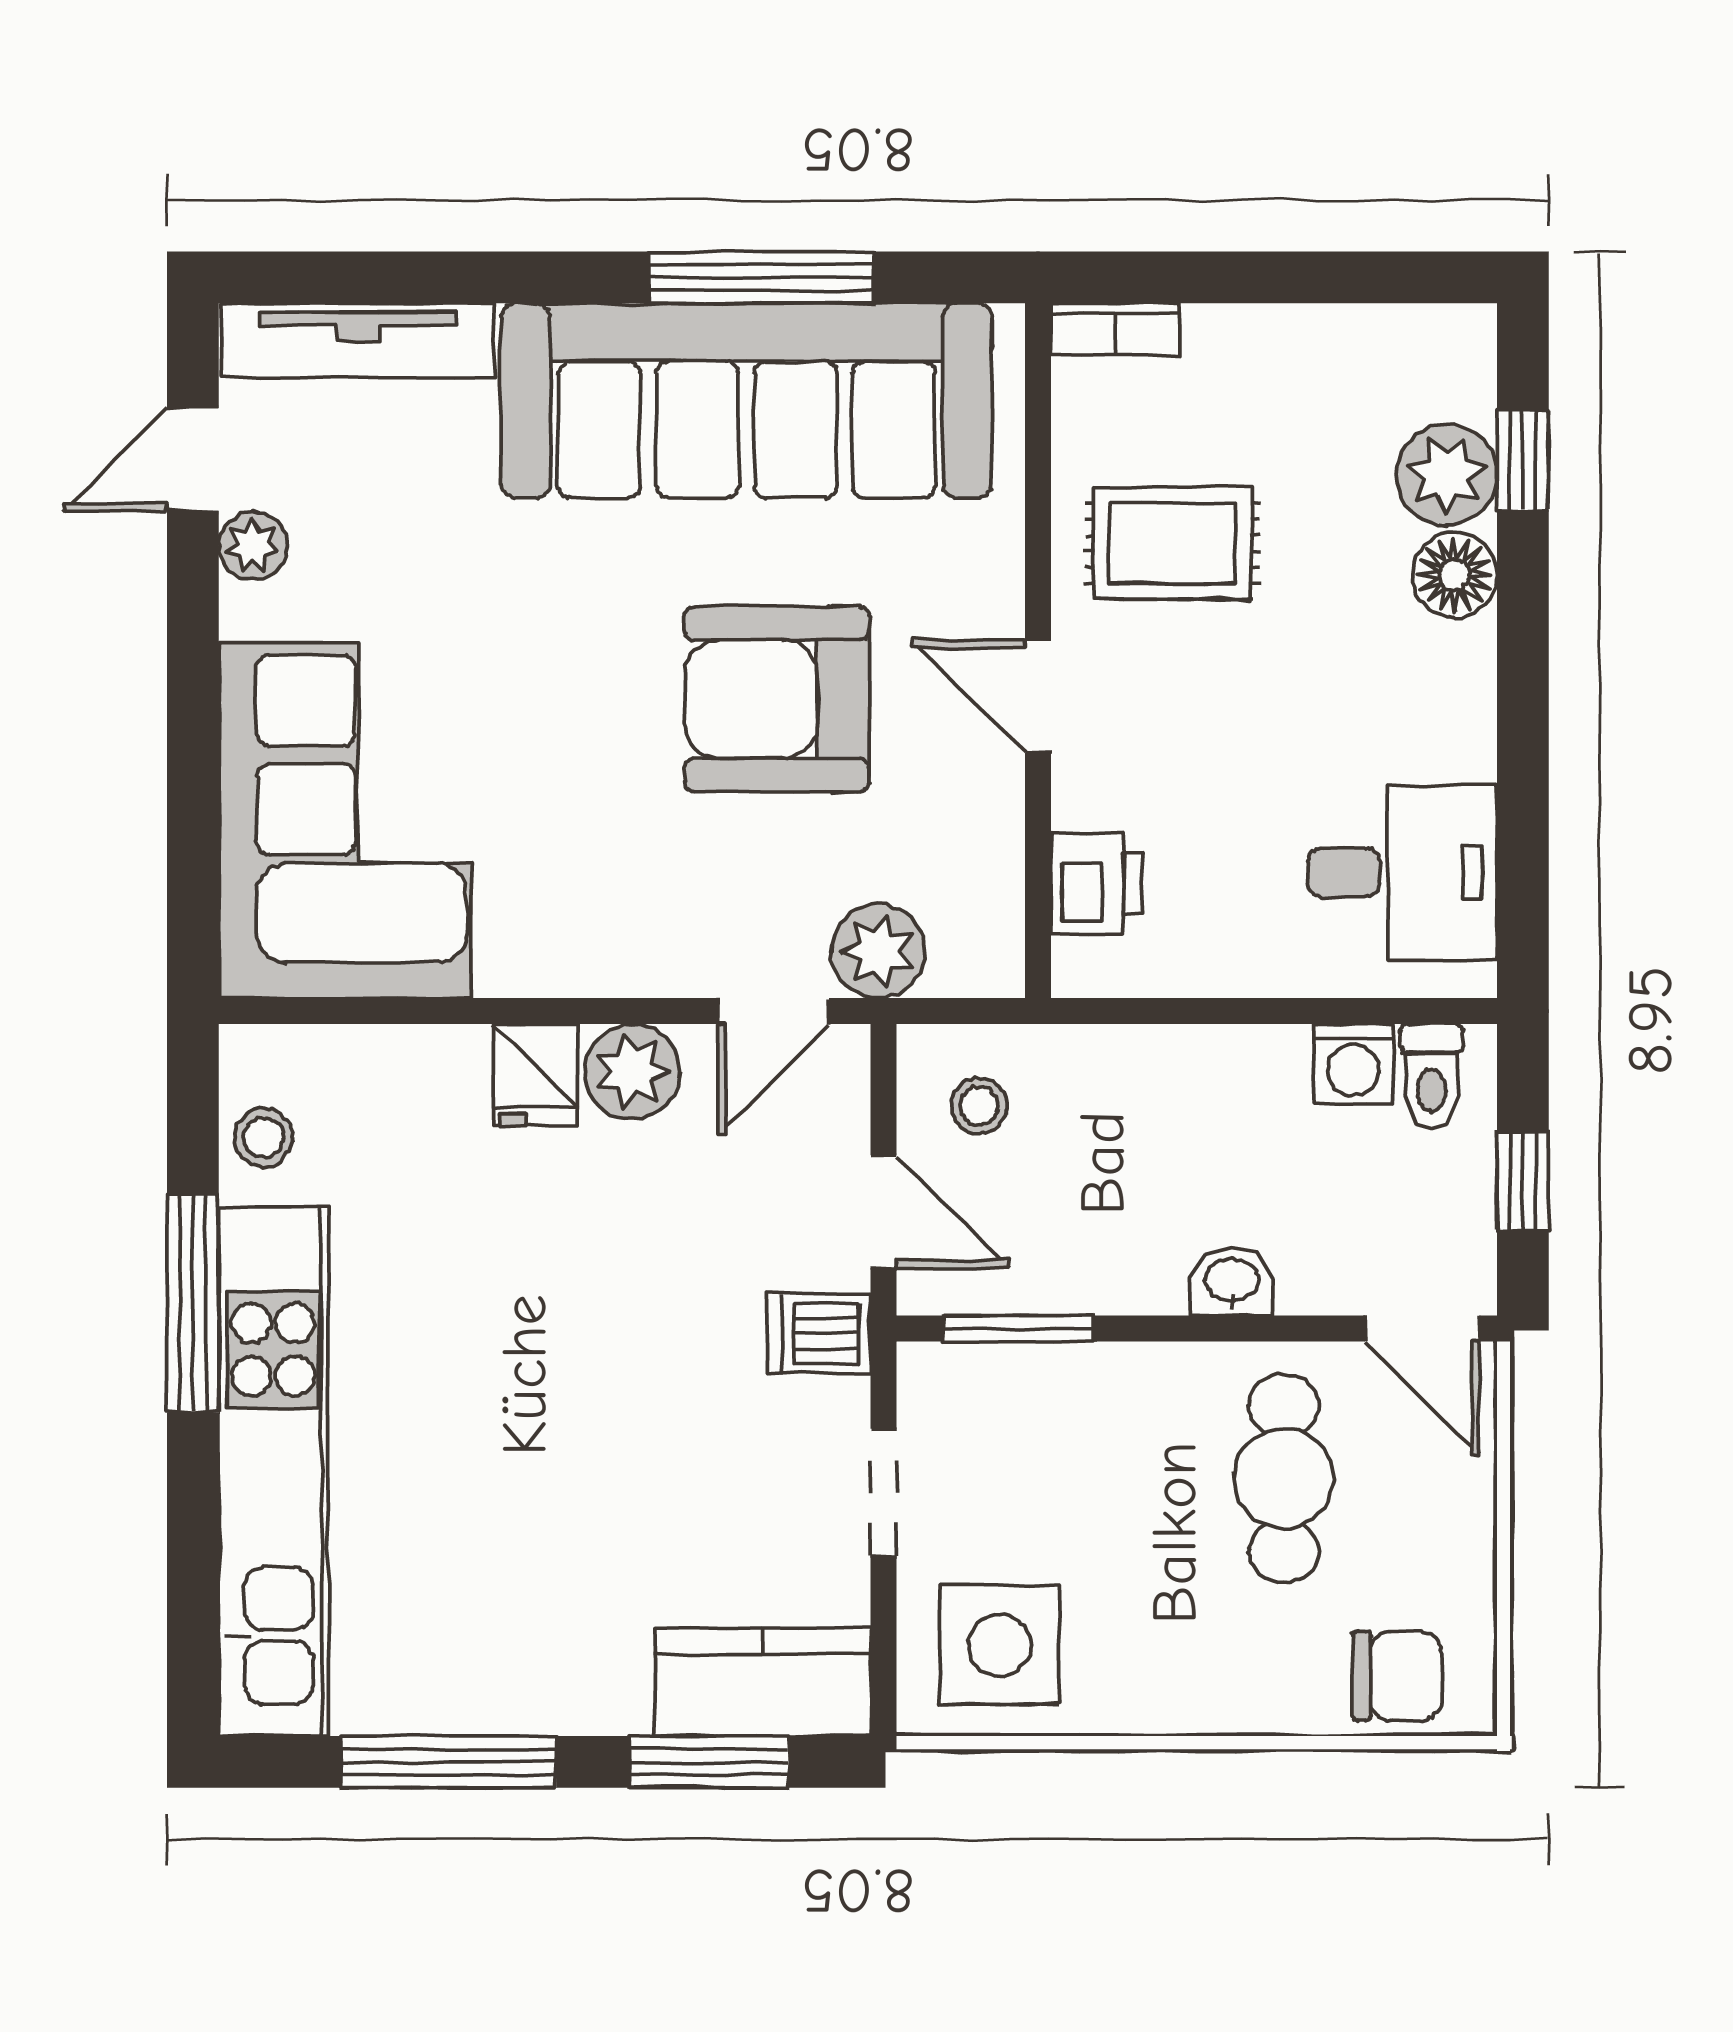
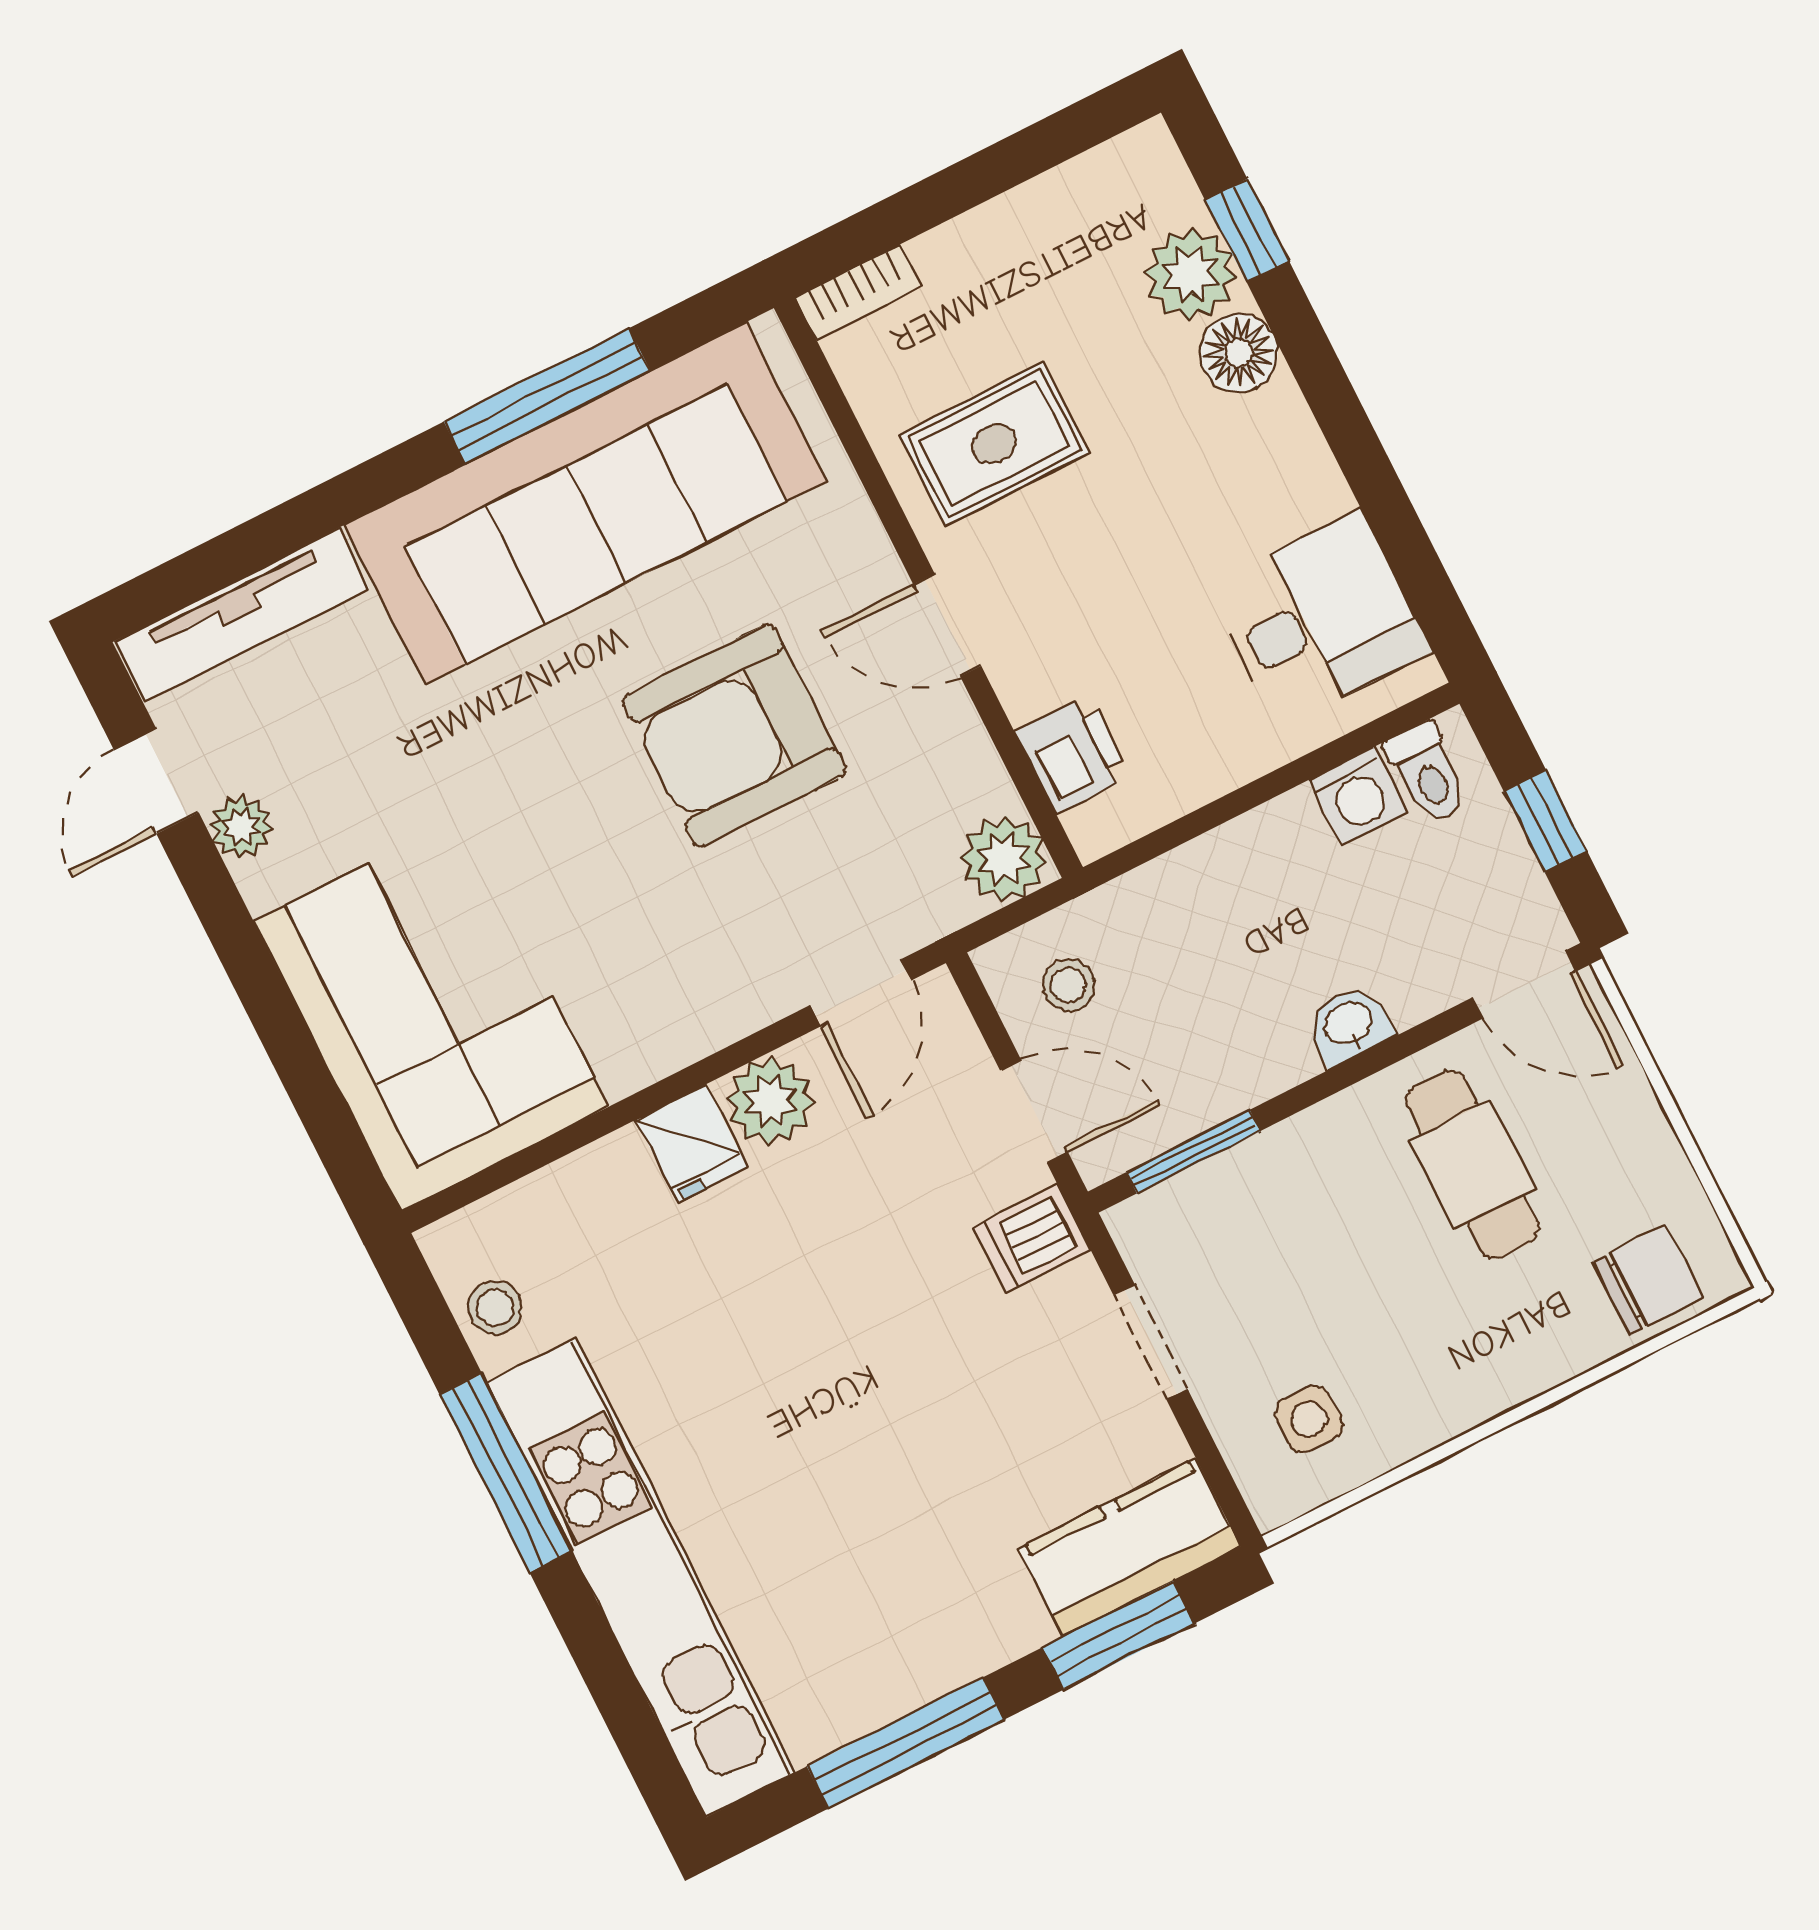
plant: (878, 951) -> (1004, 859), moved
side table: (1000, 1645) -> (1309, 1419), width x0.54, depth x0.54

